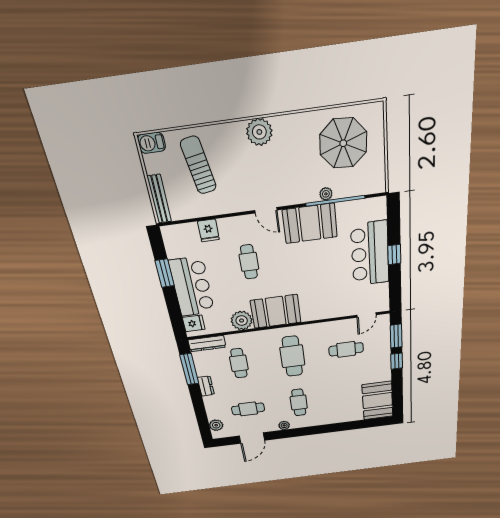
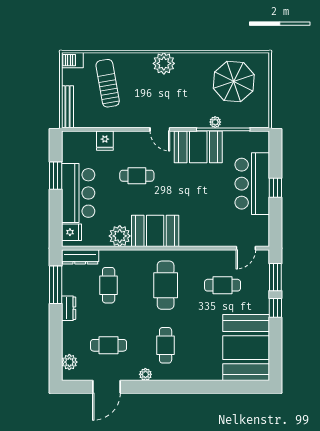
cafe table: (249, 262) -> (137, 176), turned 90
booth: (378, 401) -> (246, 348), width x1.36, depth x1.42

